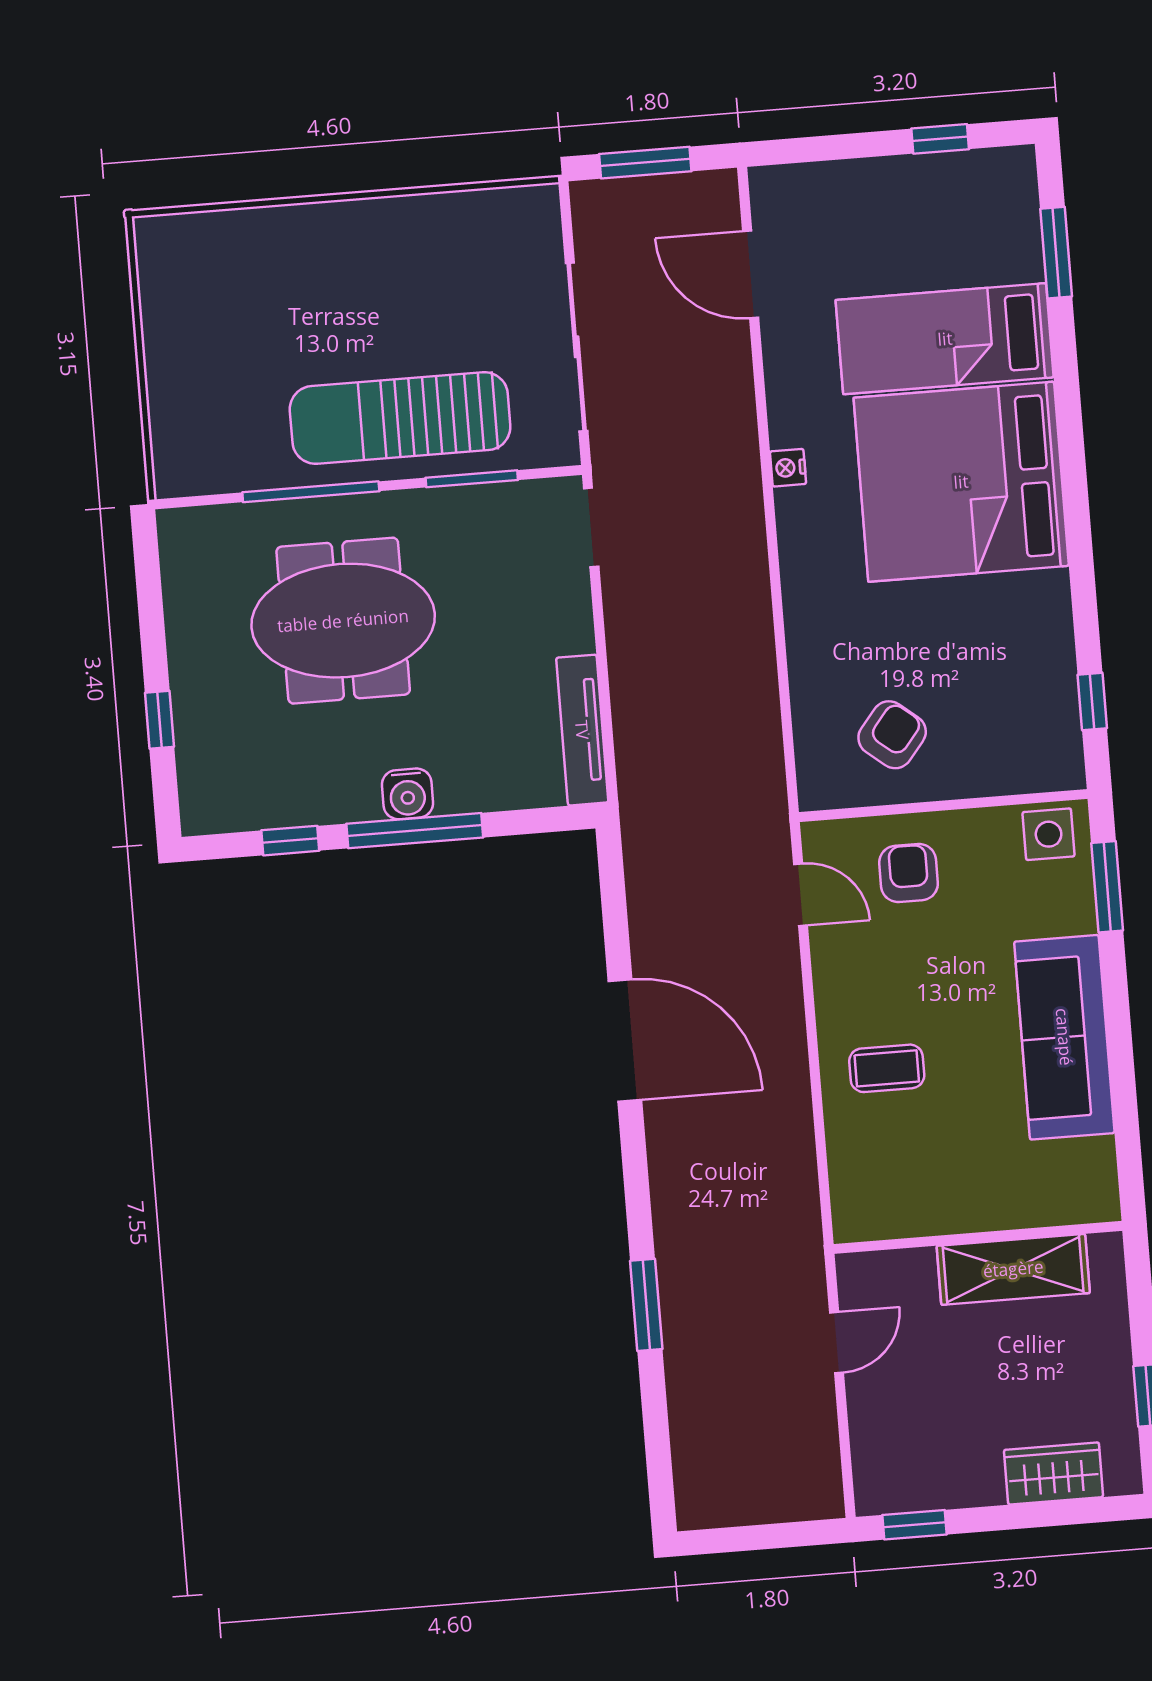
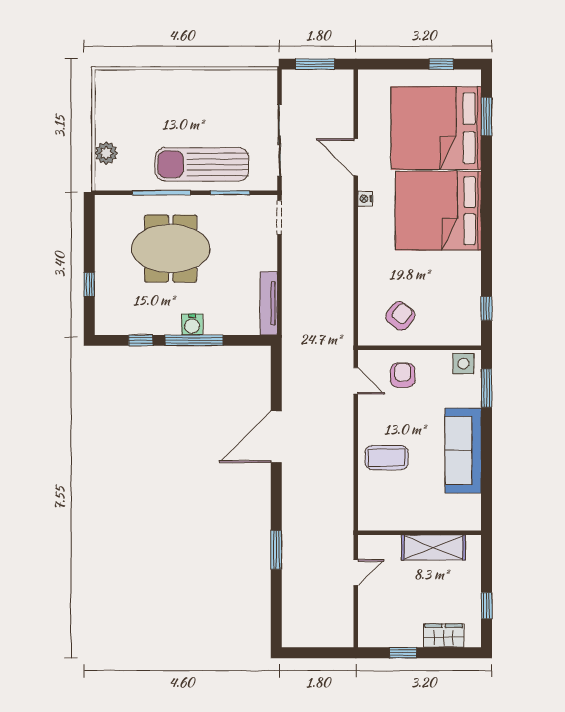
door: (751, 275) -> (356, 157), moved
bed: (945, 339) -> (436, 128), width x2.04
plant: (174, 409) -> (106, 153), added
door: (625, 1040) -> (276, 437), swing flipped
coffee table: (887, 1068) -> (387, 458), width x1.36, depth x1.30
window: (914, 1525) -> (403, 653), moved

